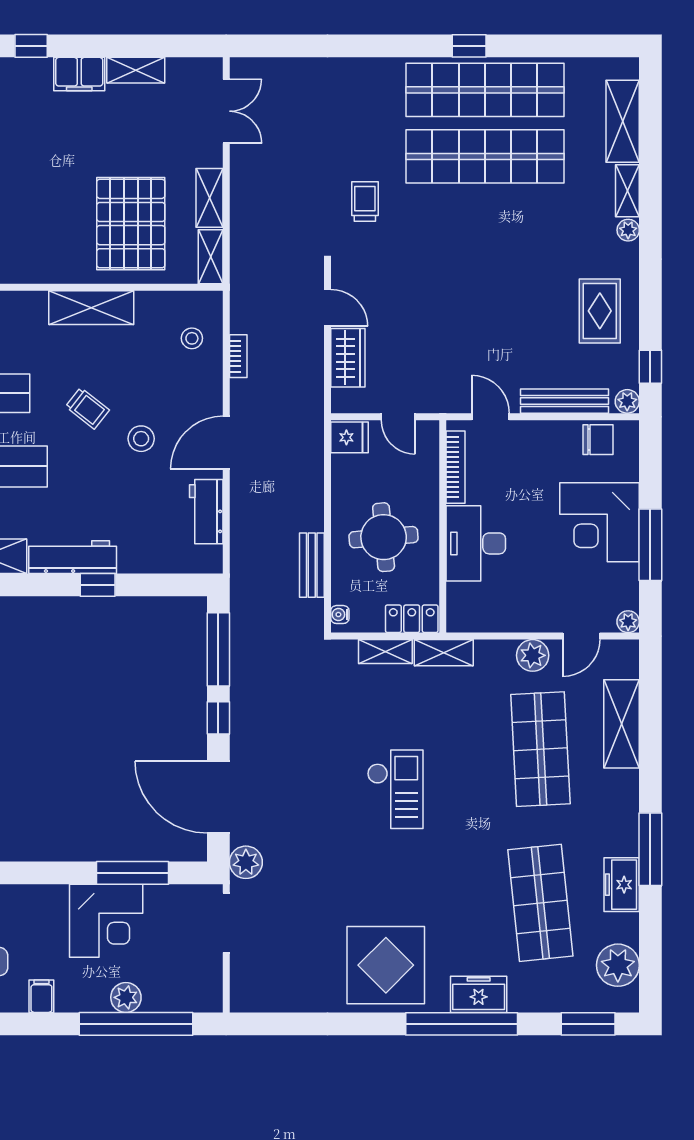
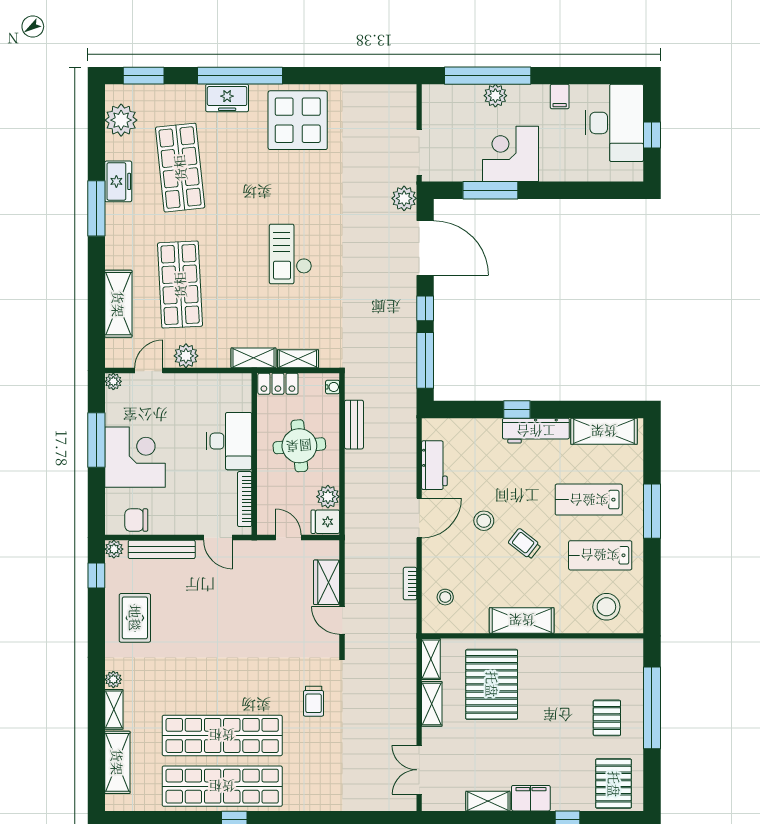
plant: (346, 470) -> (328, 497), added

